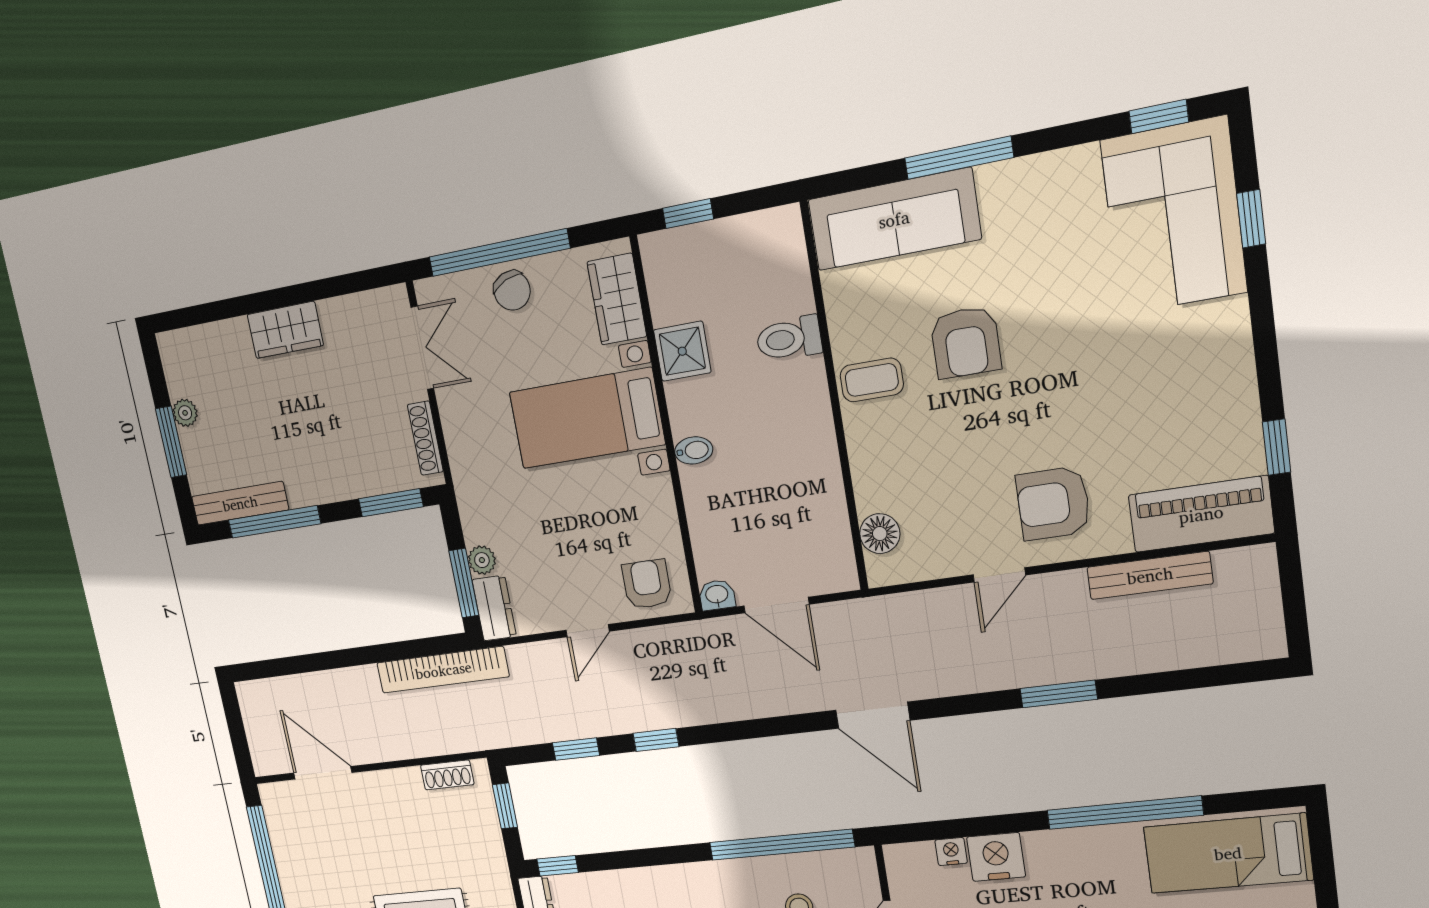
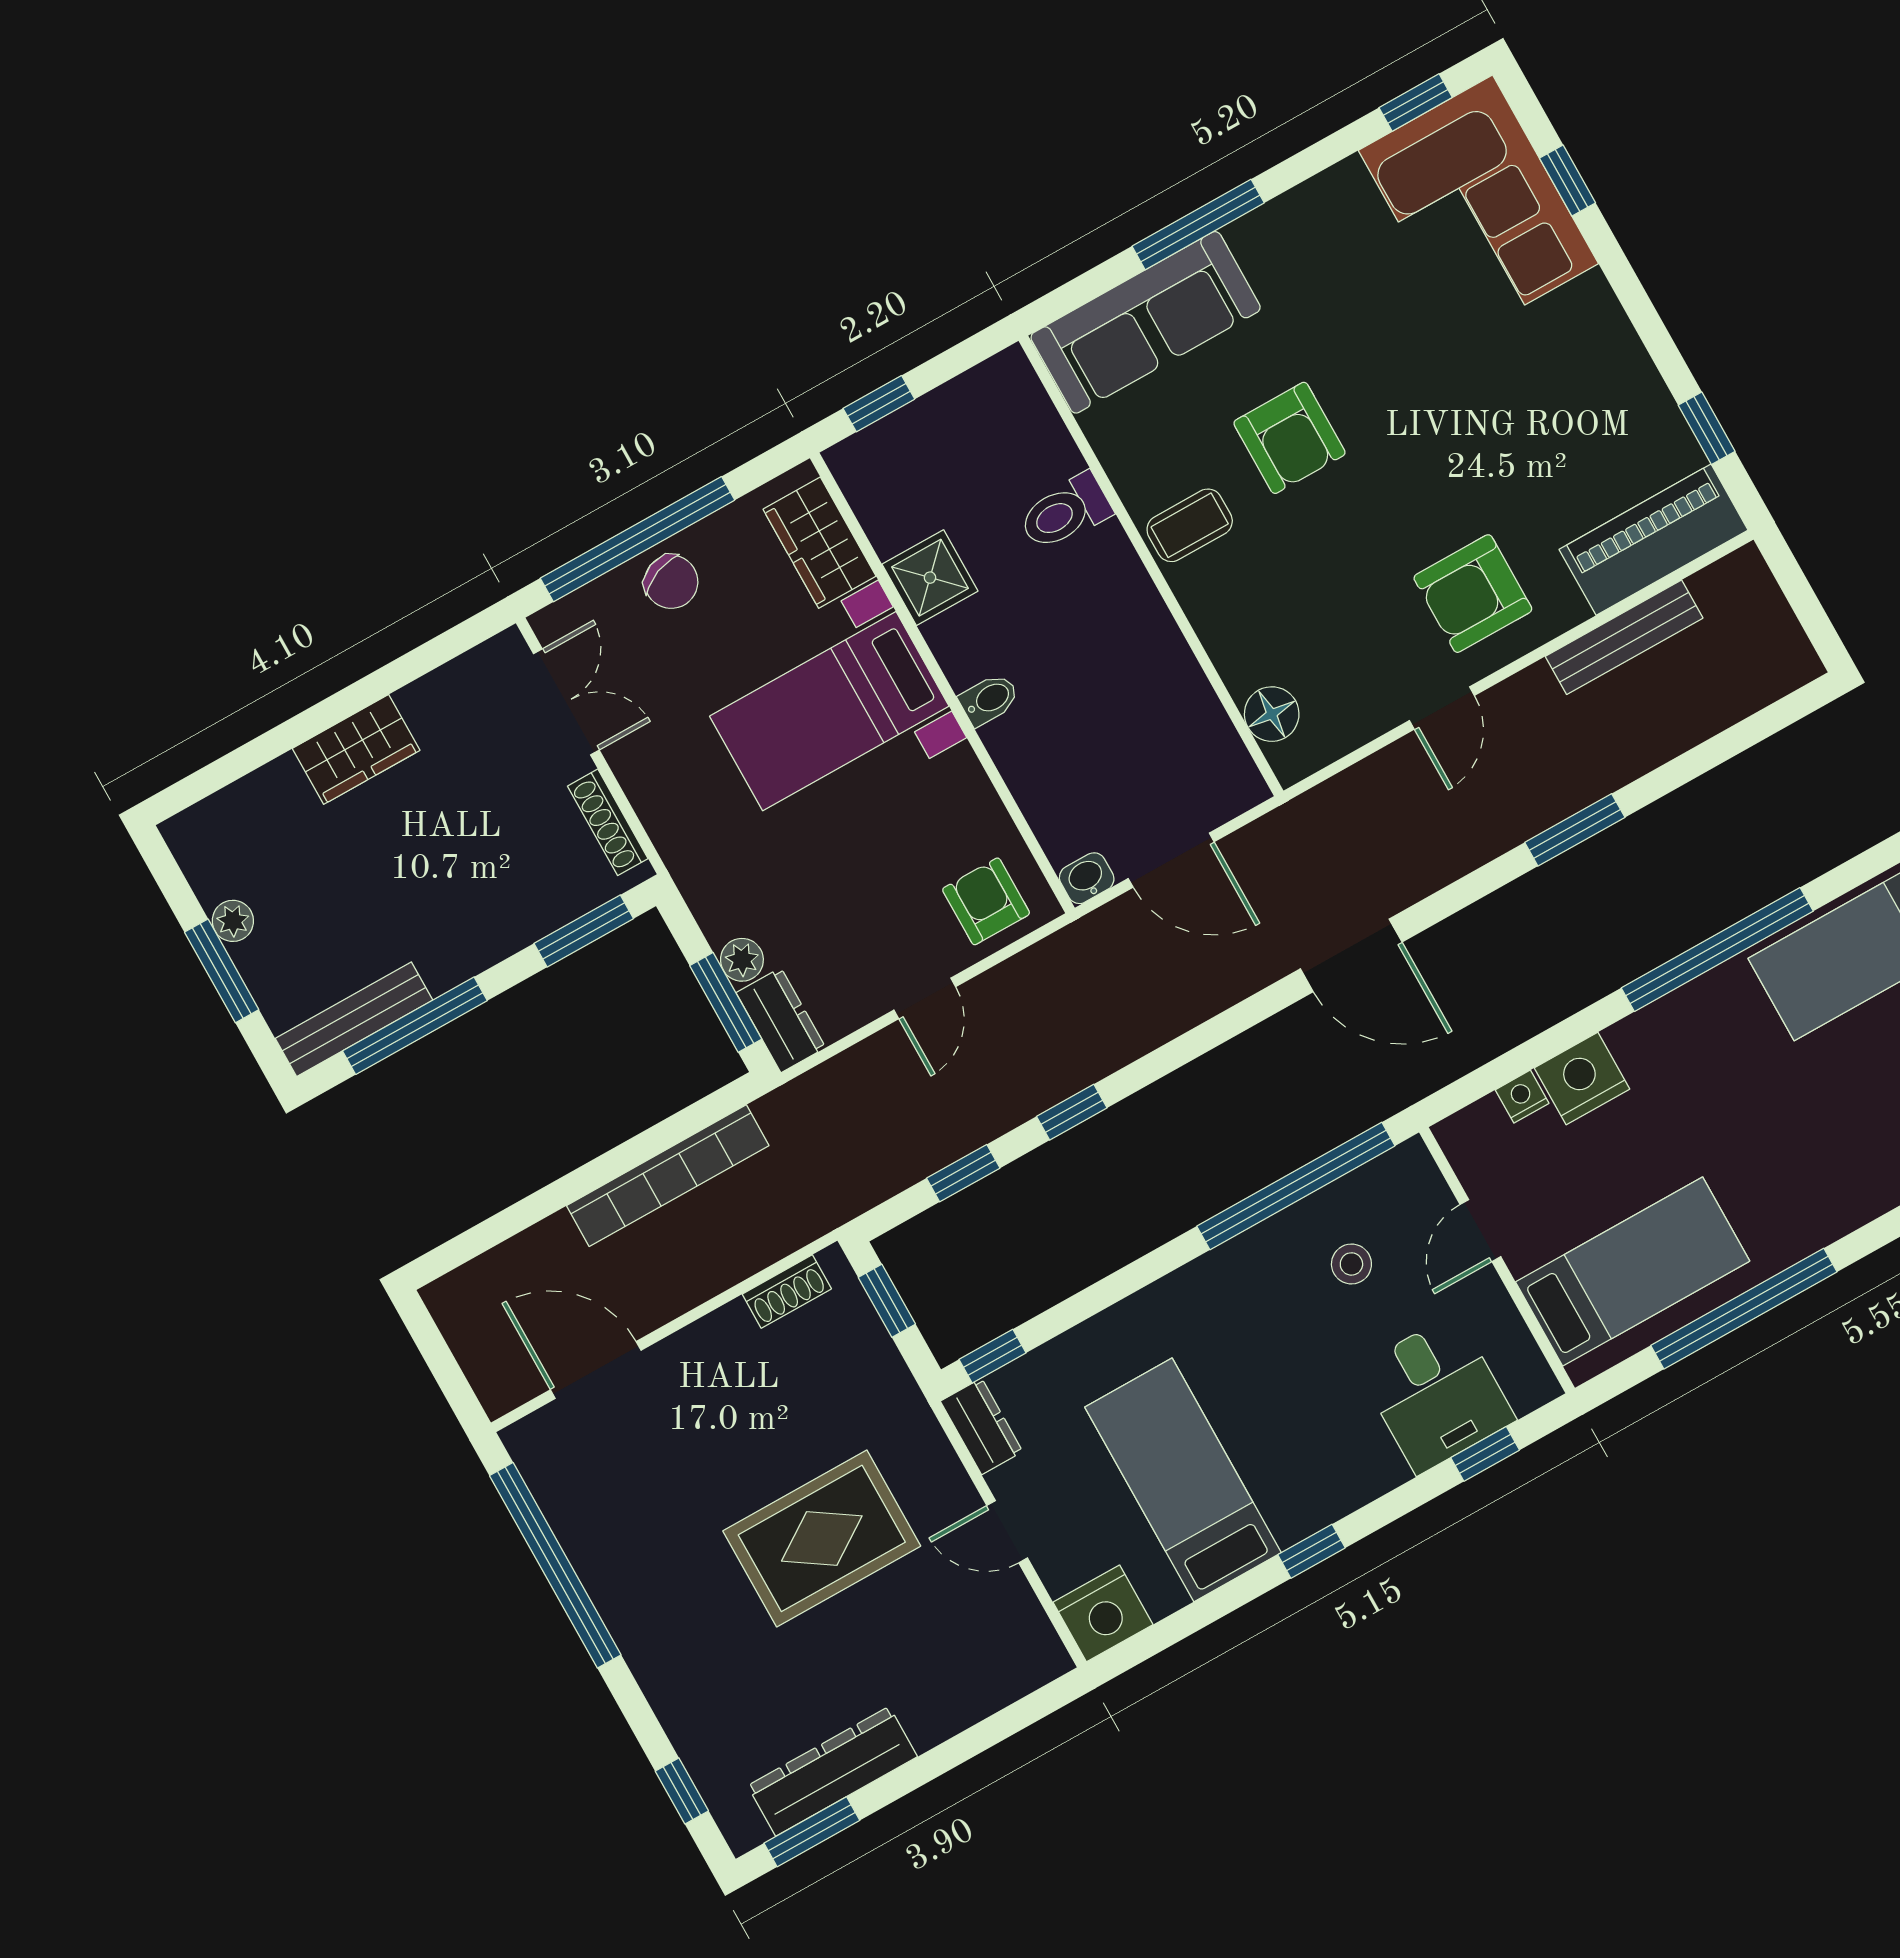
bookcase: (443, 670) -> (668, 1176), moved

